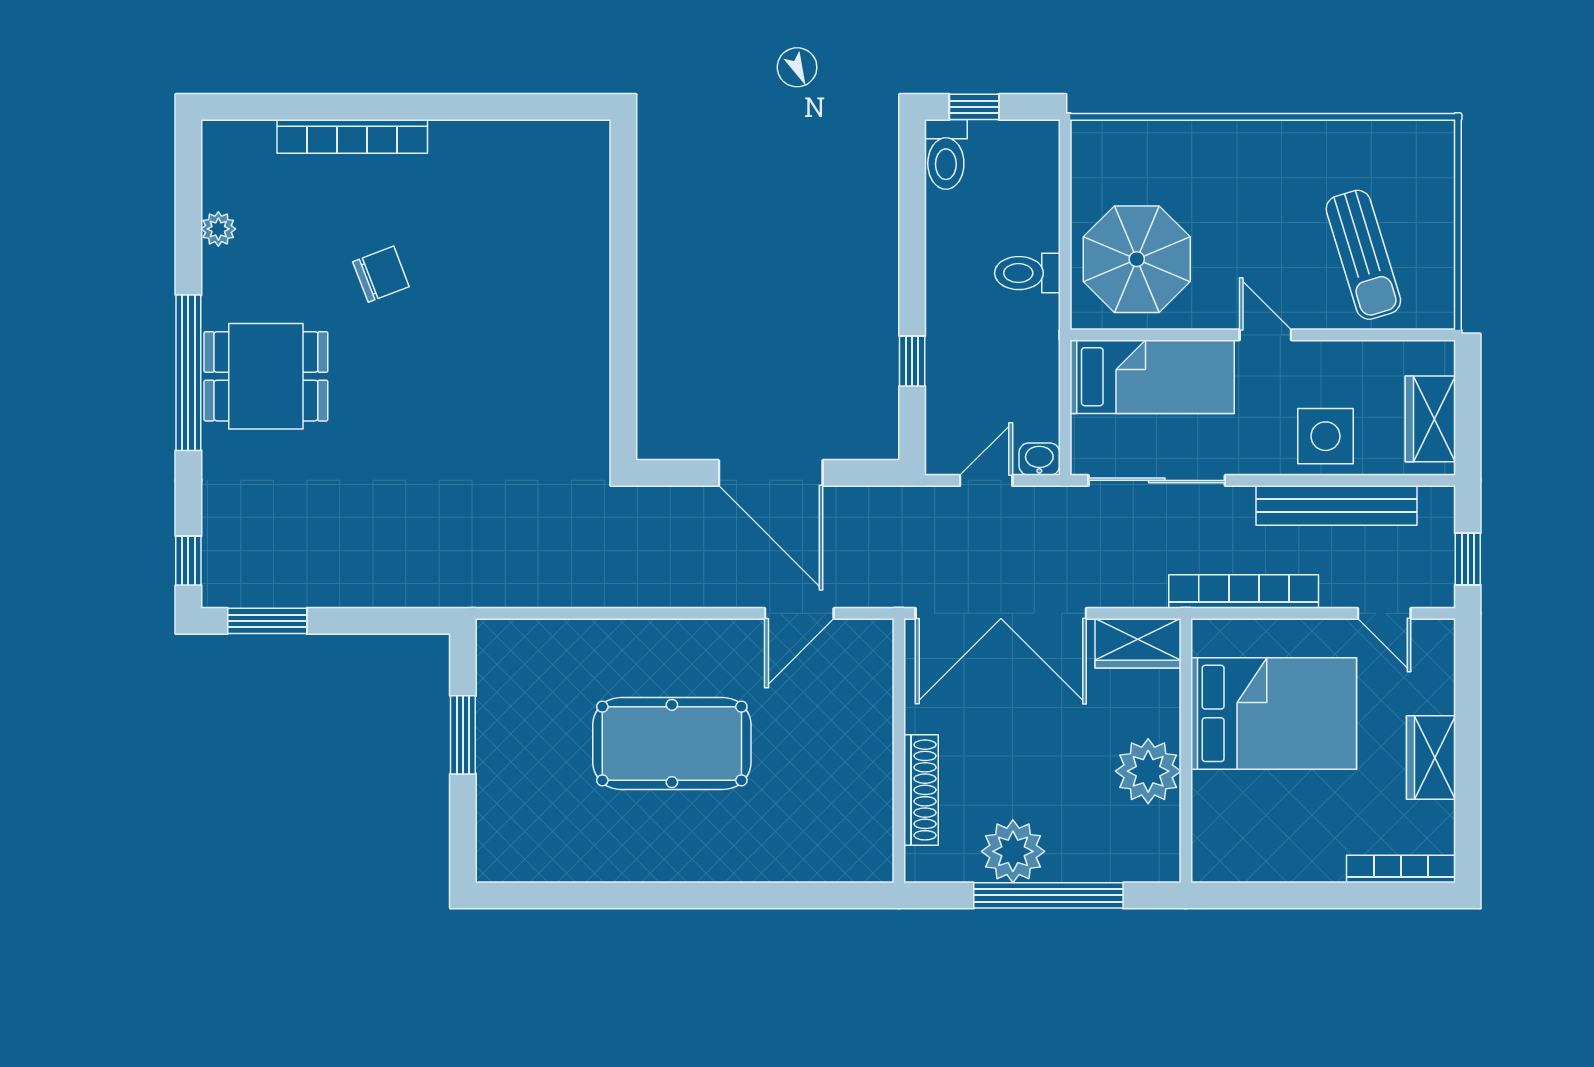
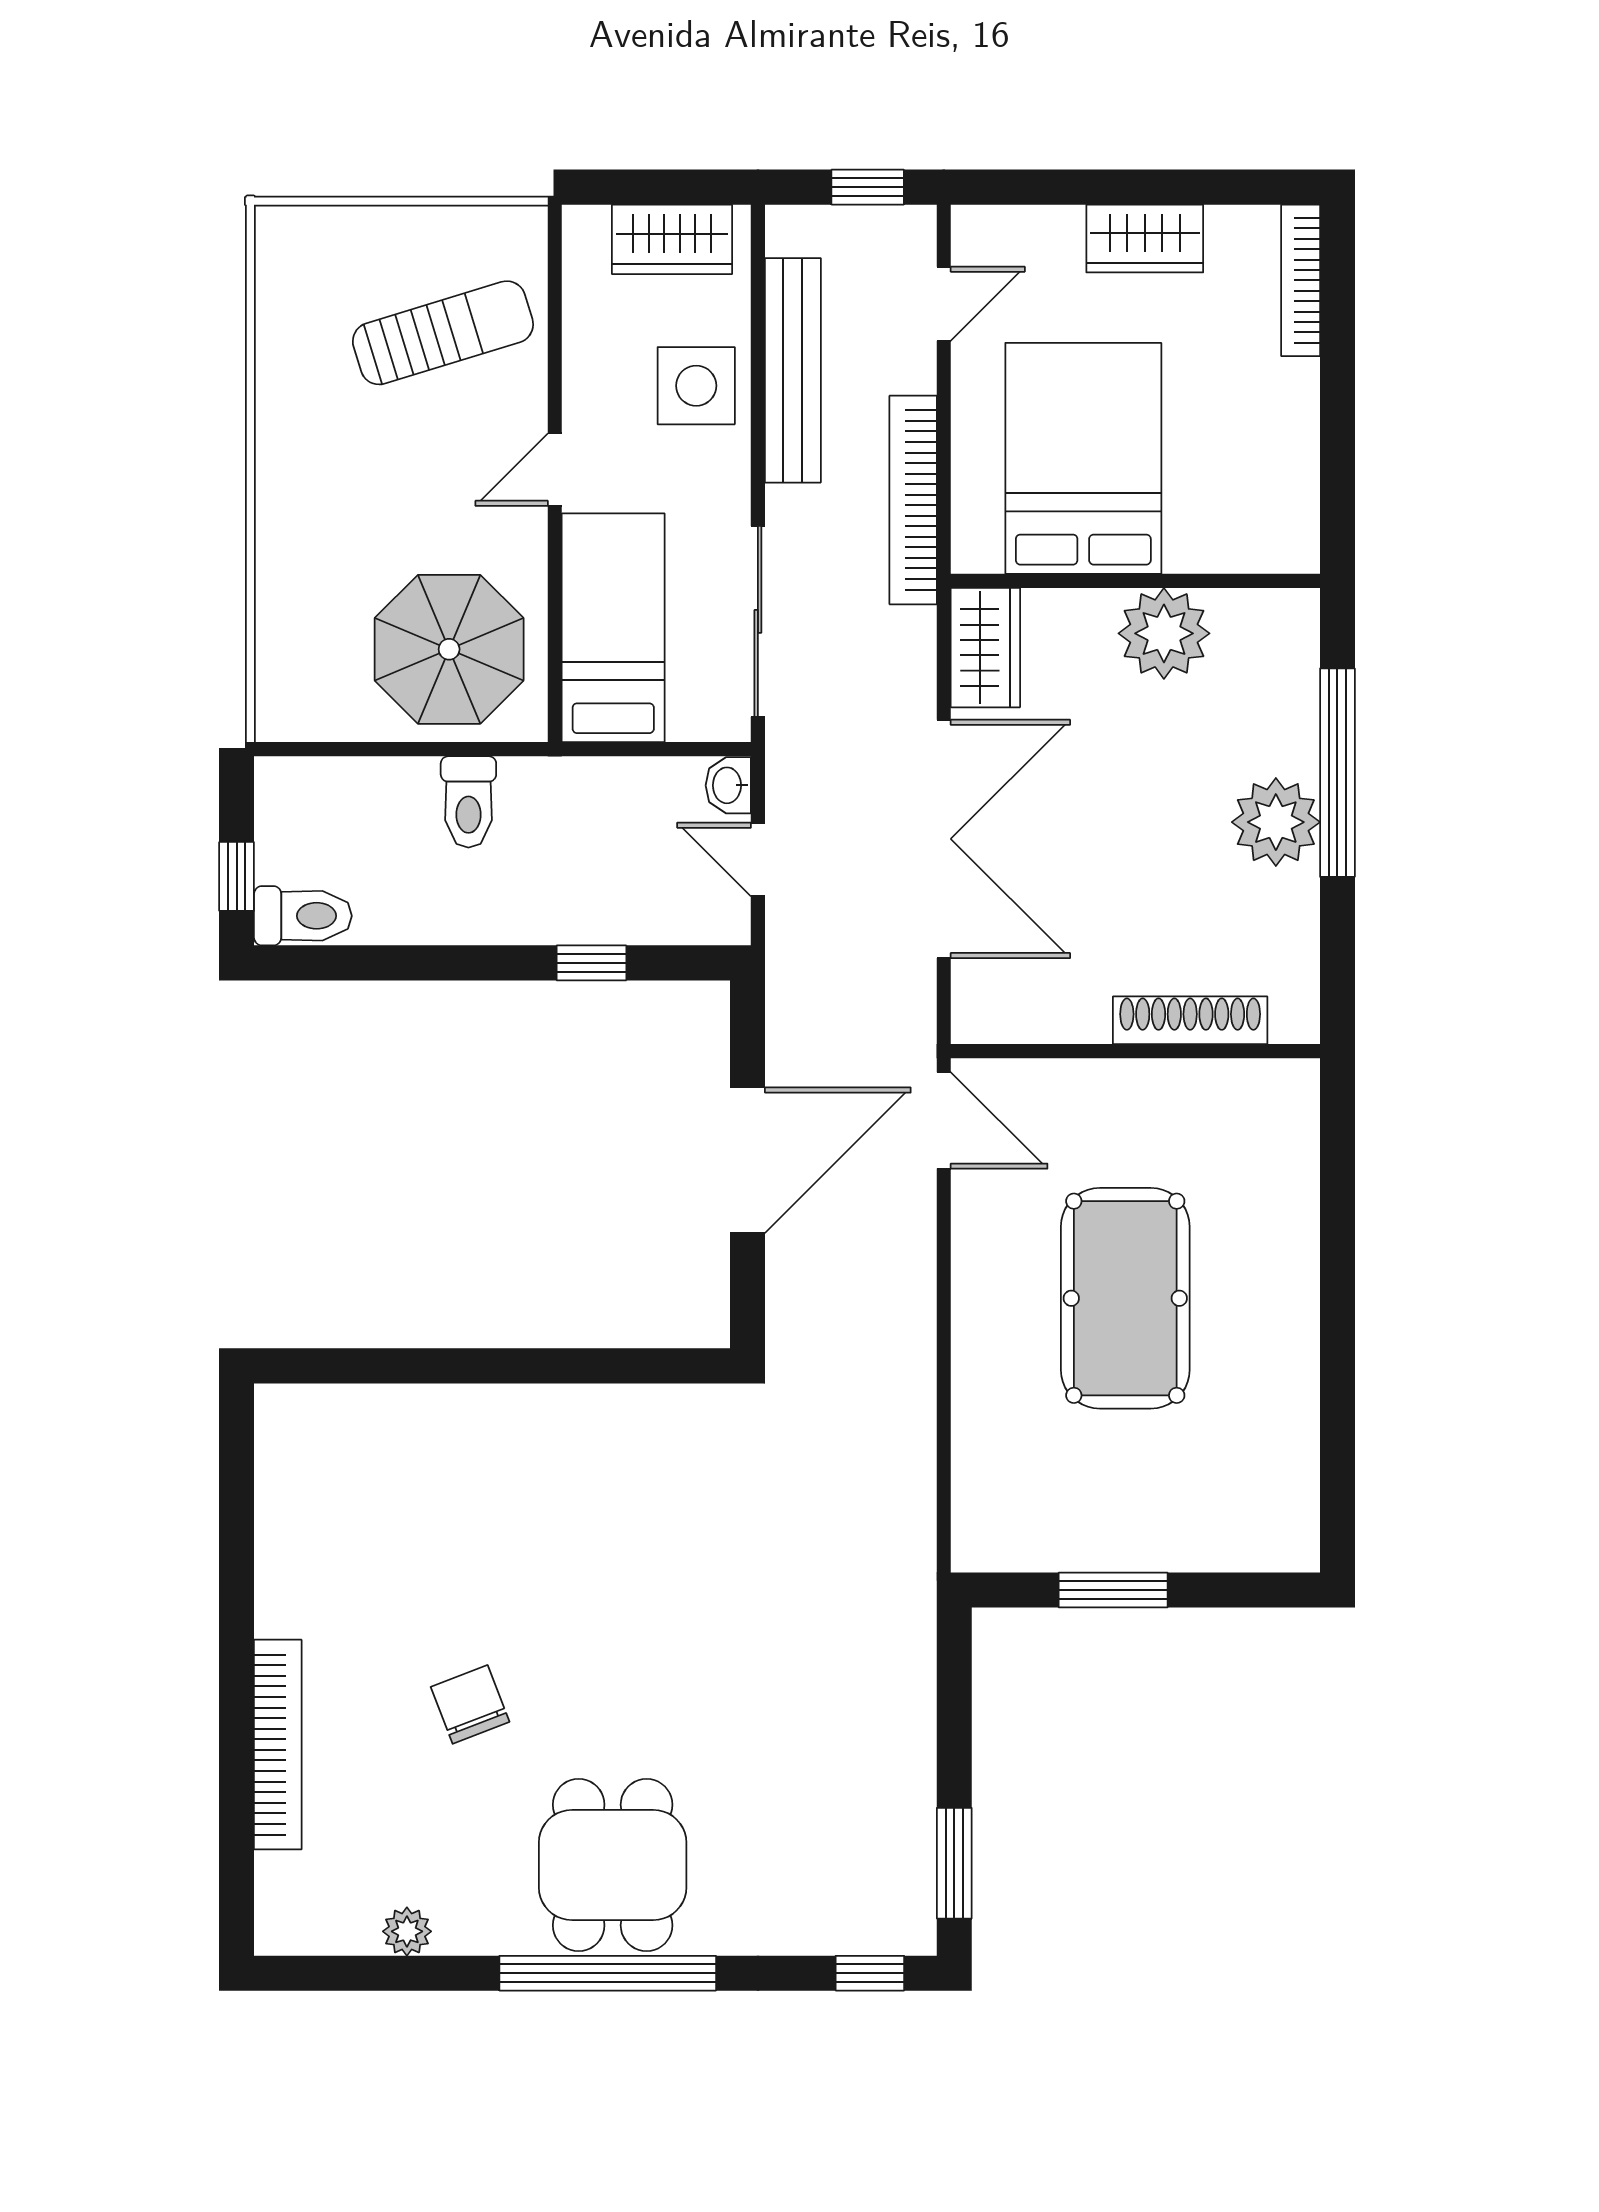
wall: (899, 751) -> (1135, 1051), moved
shoe rack: (921, 790) -> (1190, 1020), moved

